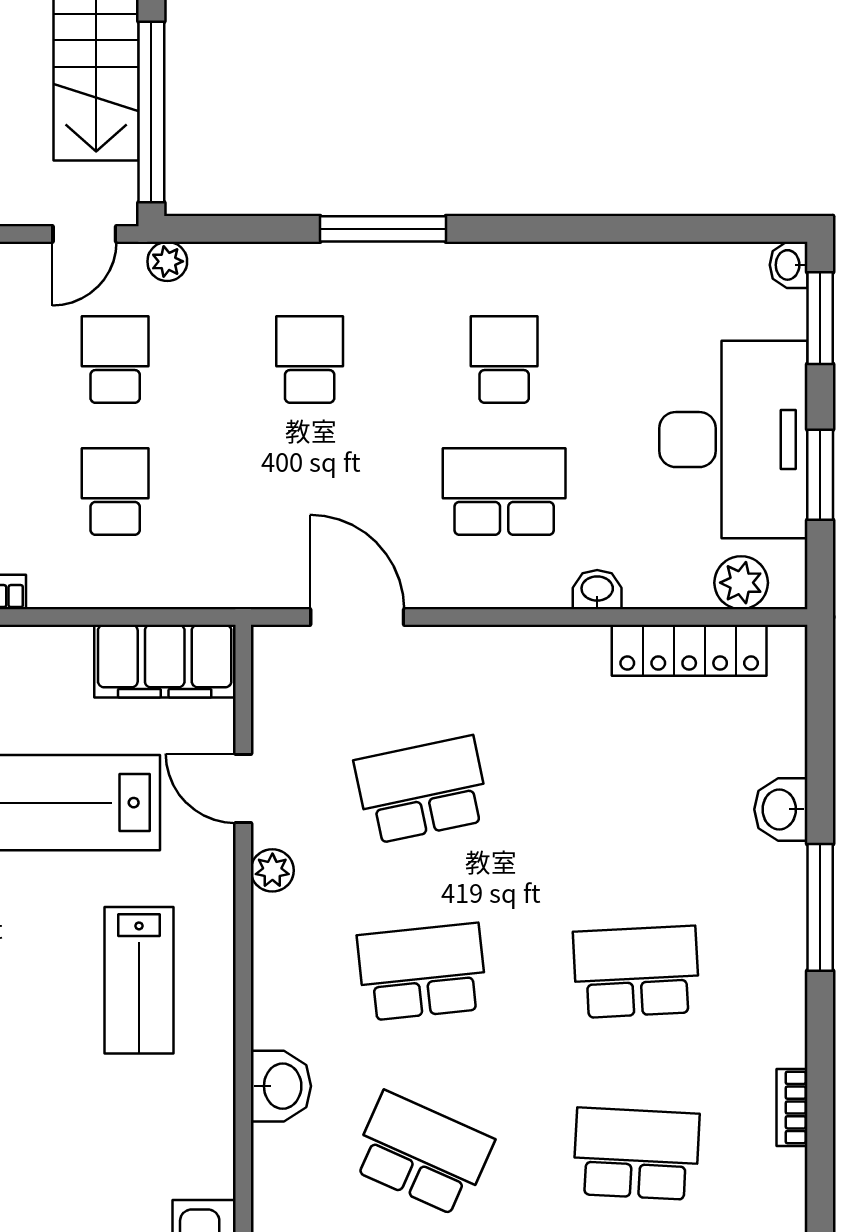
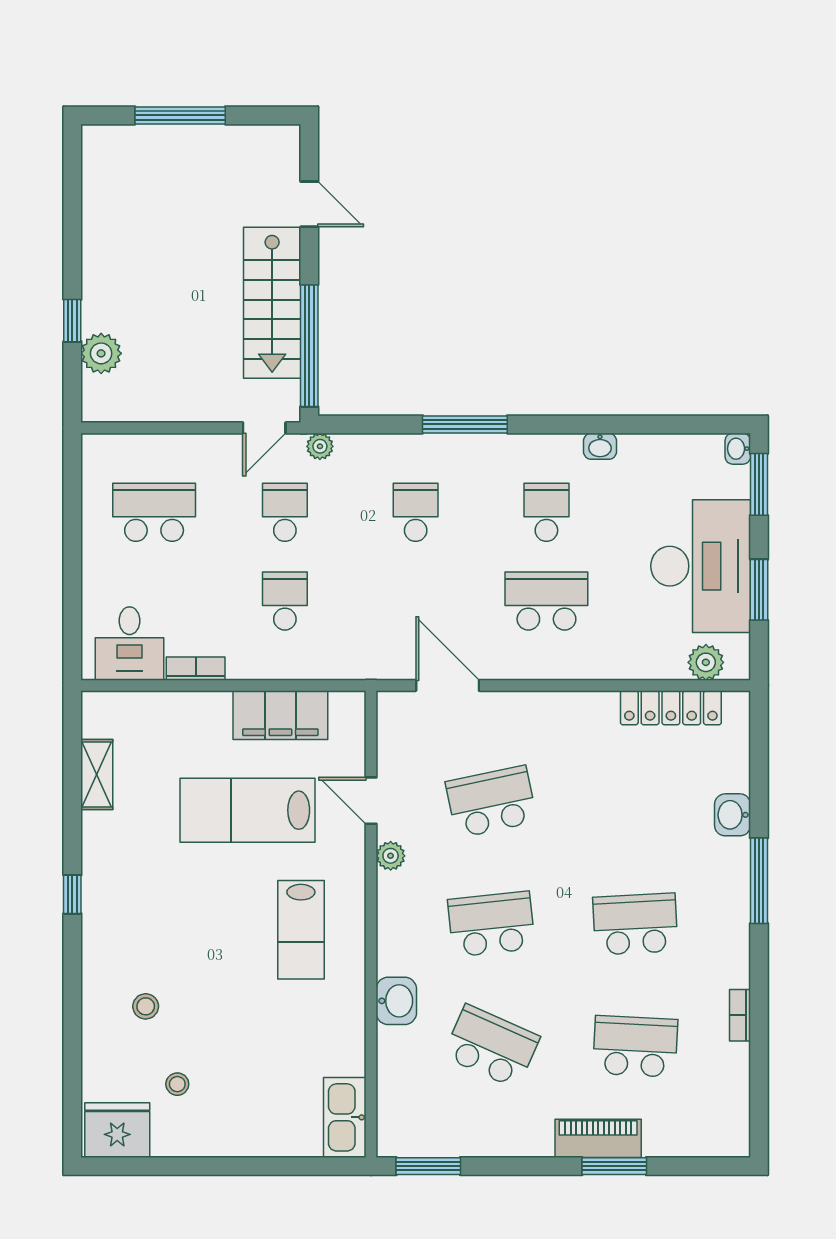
washbasin: (597, 590) -> (600, 446), moved, turned 180
filing cabinet: (165, 661) -> (280, 715), moved

